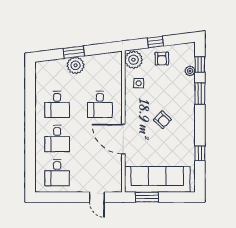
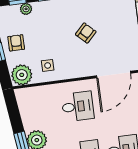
armchair: (162, 59) -> (16, 43), turned -90

